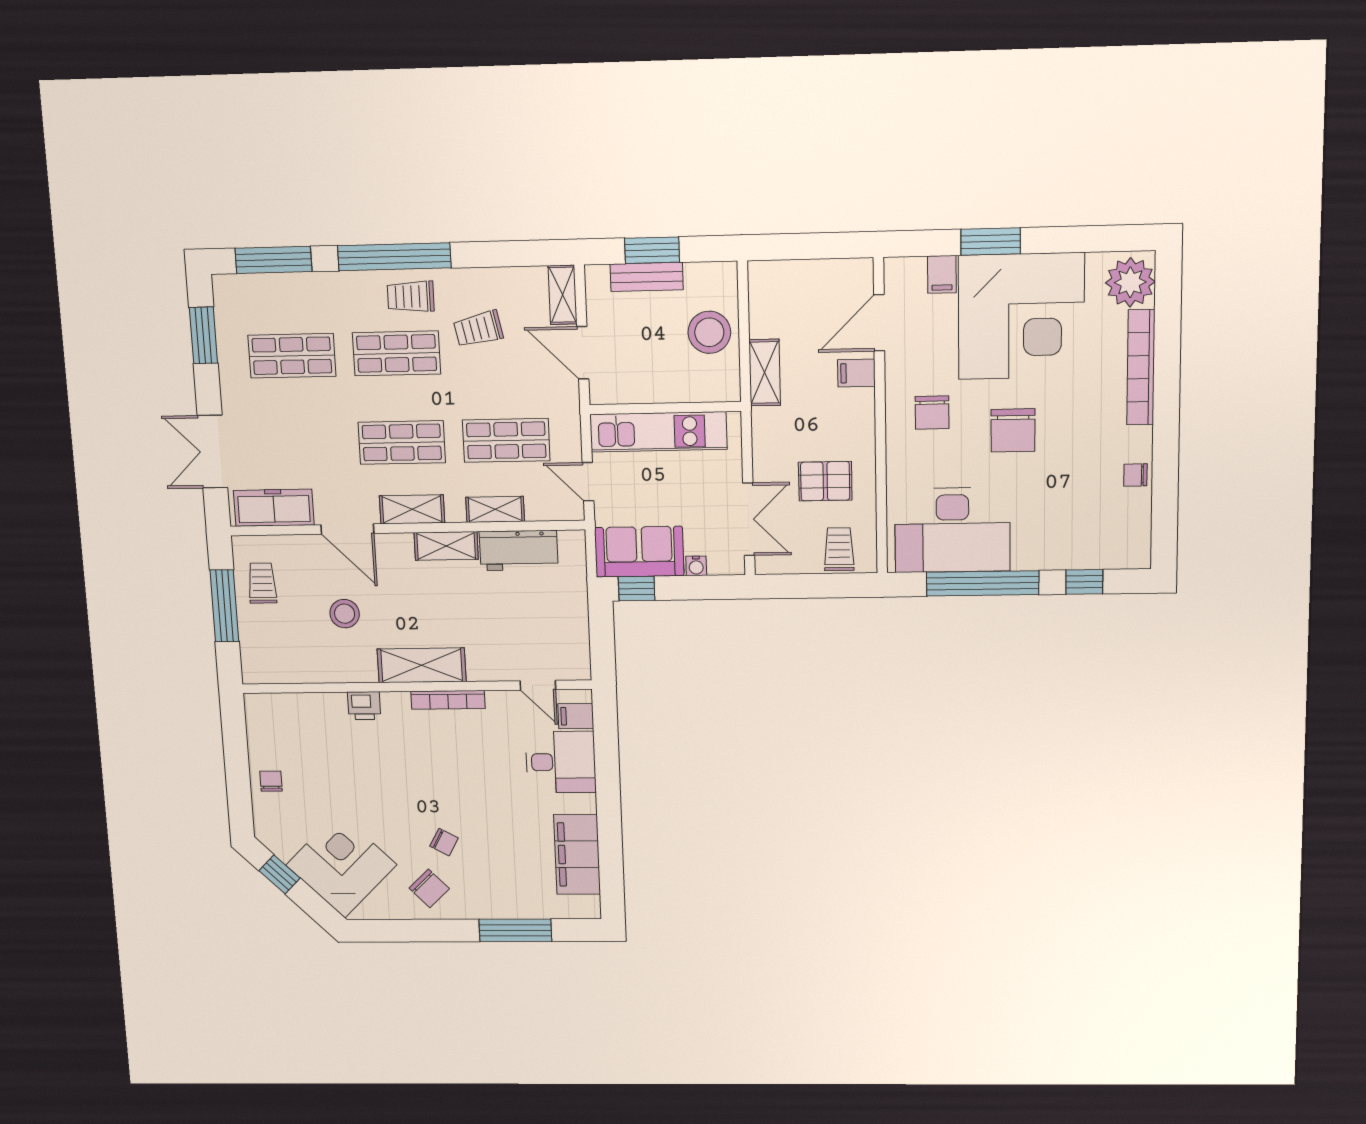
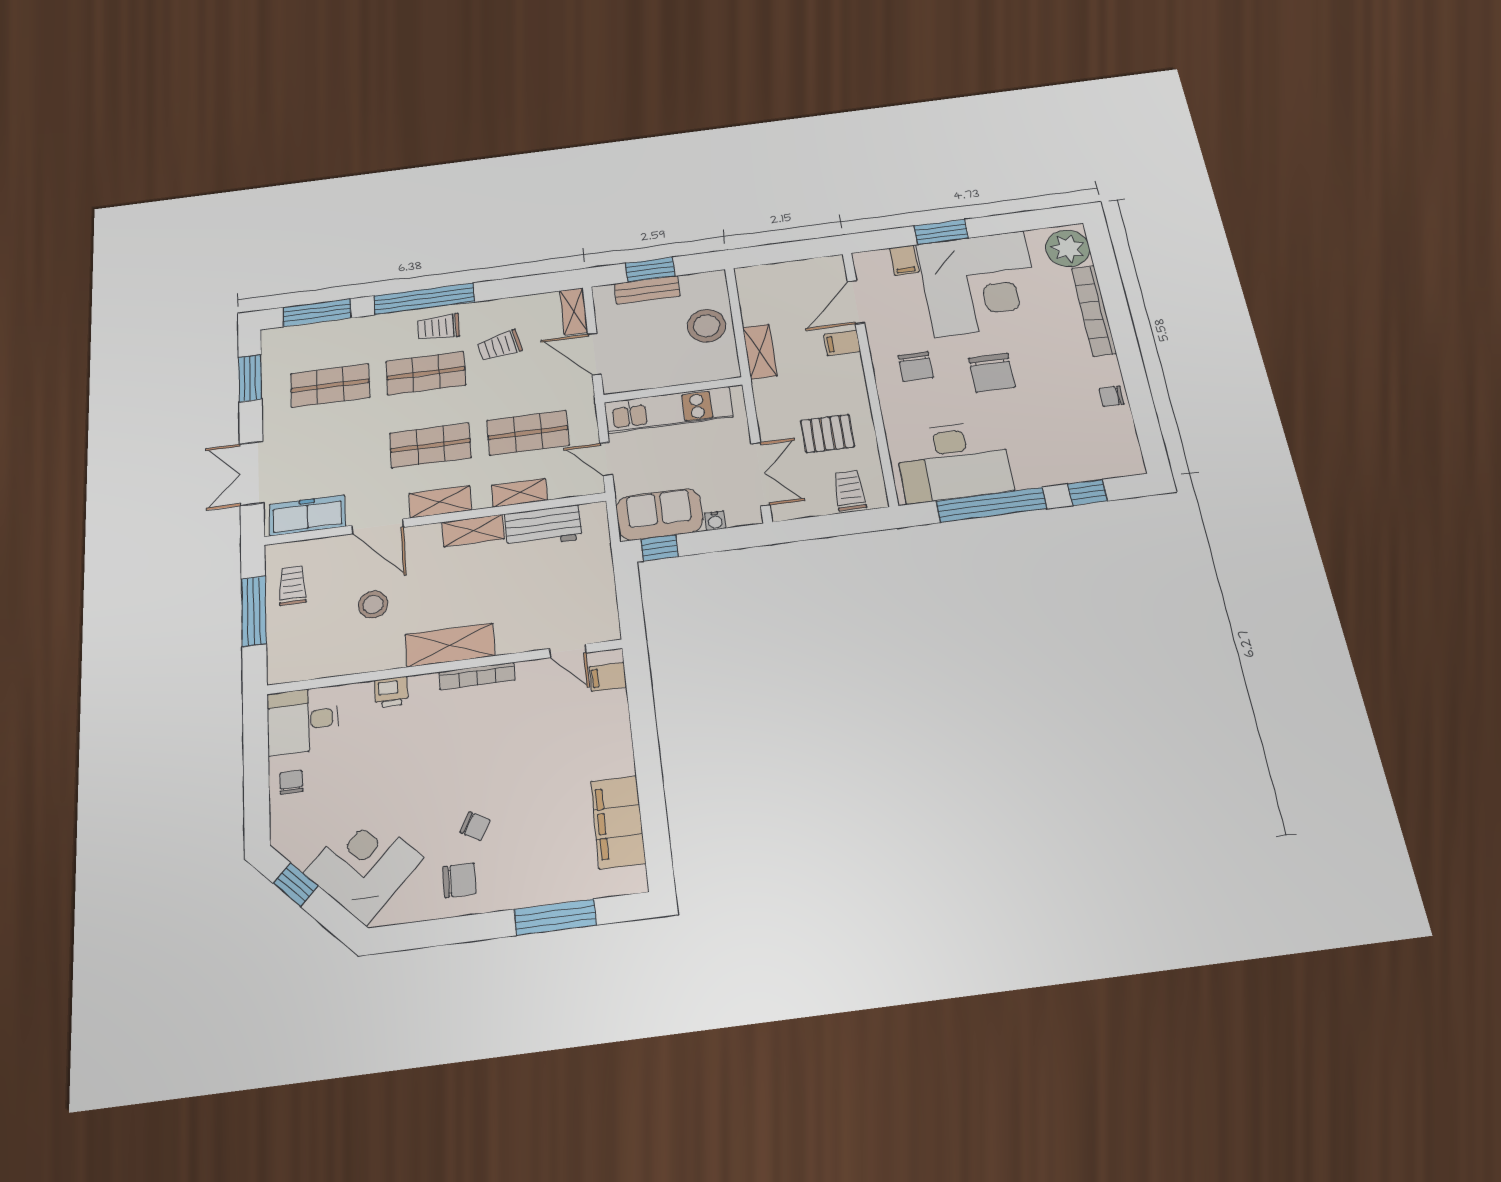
desk: (561, 762) -> (303, 721), moved, turned 180
chair: (429, 888) -> (459, 880), turned -46

